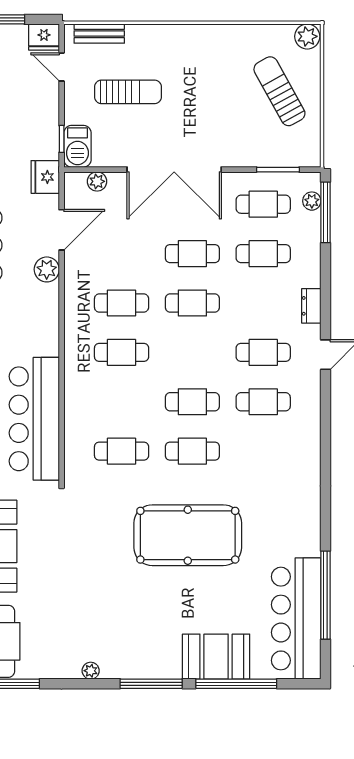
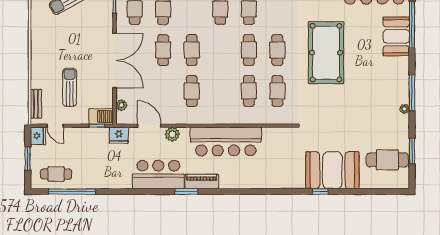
door: (62, 67) -> (55, 126), hinge flipped
cafe table: (122, 352) -> (249, 91), moved
bar counter: (34, 419) -> (226, 141), moved
window: (151, 684) -> (412, 93), moved

